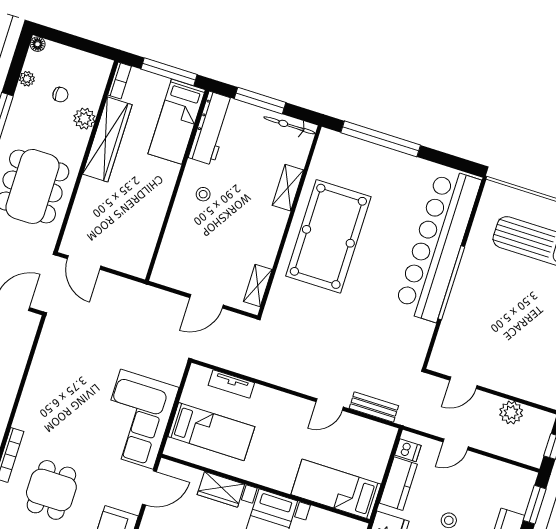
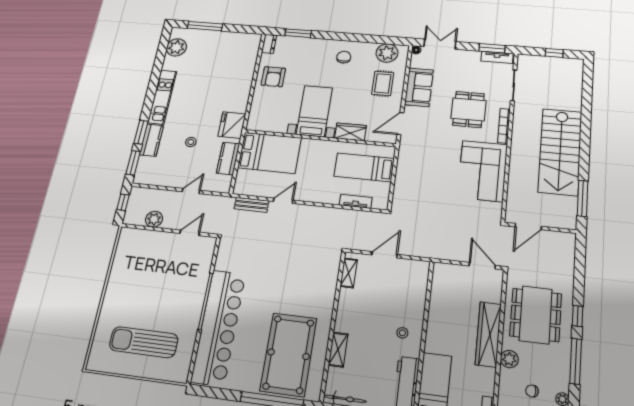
plant: (84, 119) -> (509, 359), moved
wardrobe: (107, 139) -> (488, 334), moved
pool table: (328, 236) -> (288, 354), moved
corner sofa: (137, 419) -> (483, 171), moved, turned 180
dishwasher: (408, 450) -> (224, 181), removed
bed: (336, 489) -> (270, 153), width x1.50

